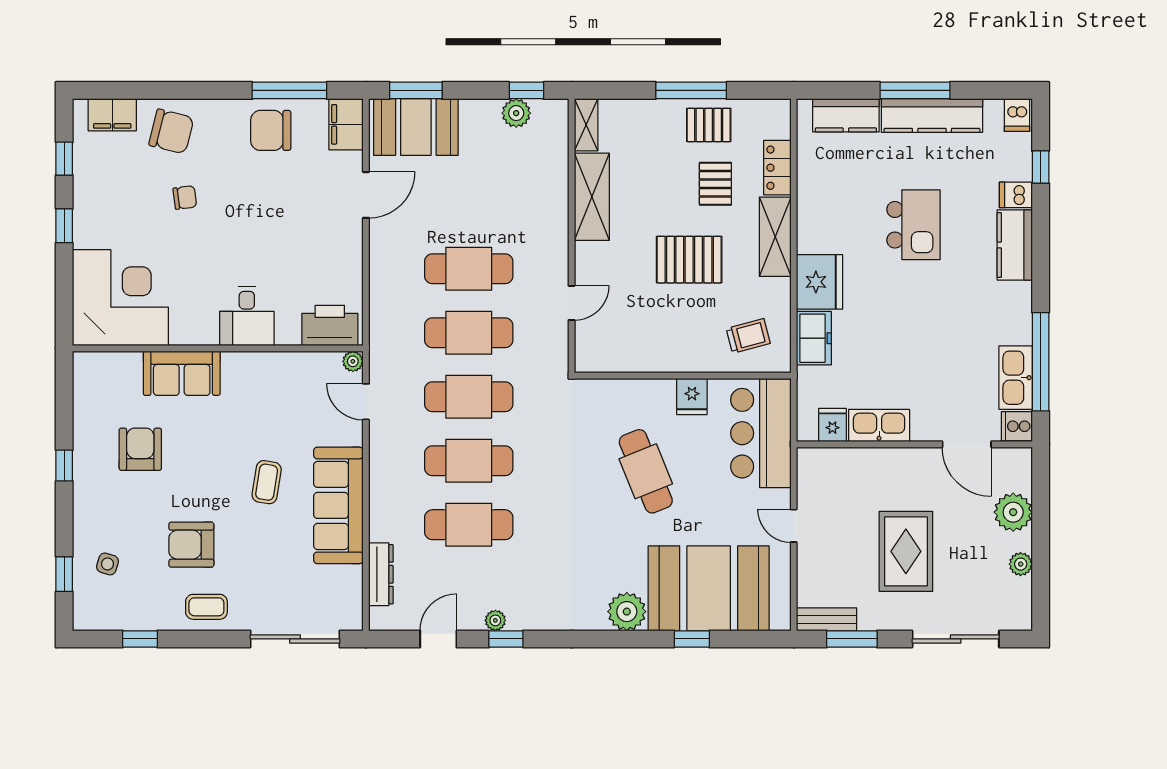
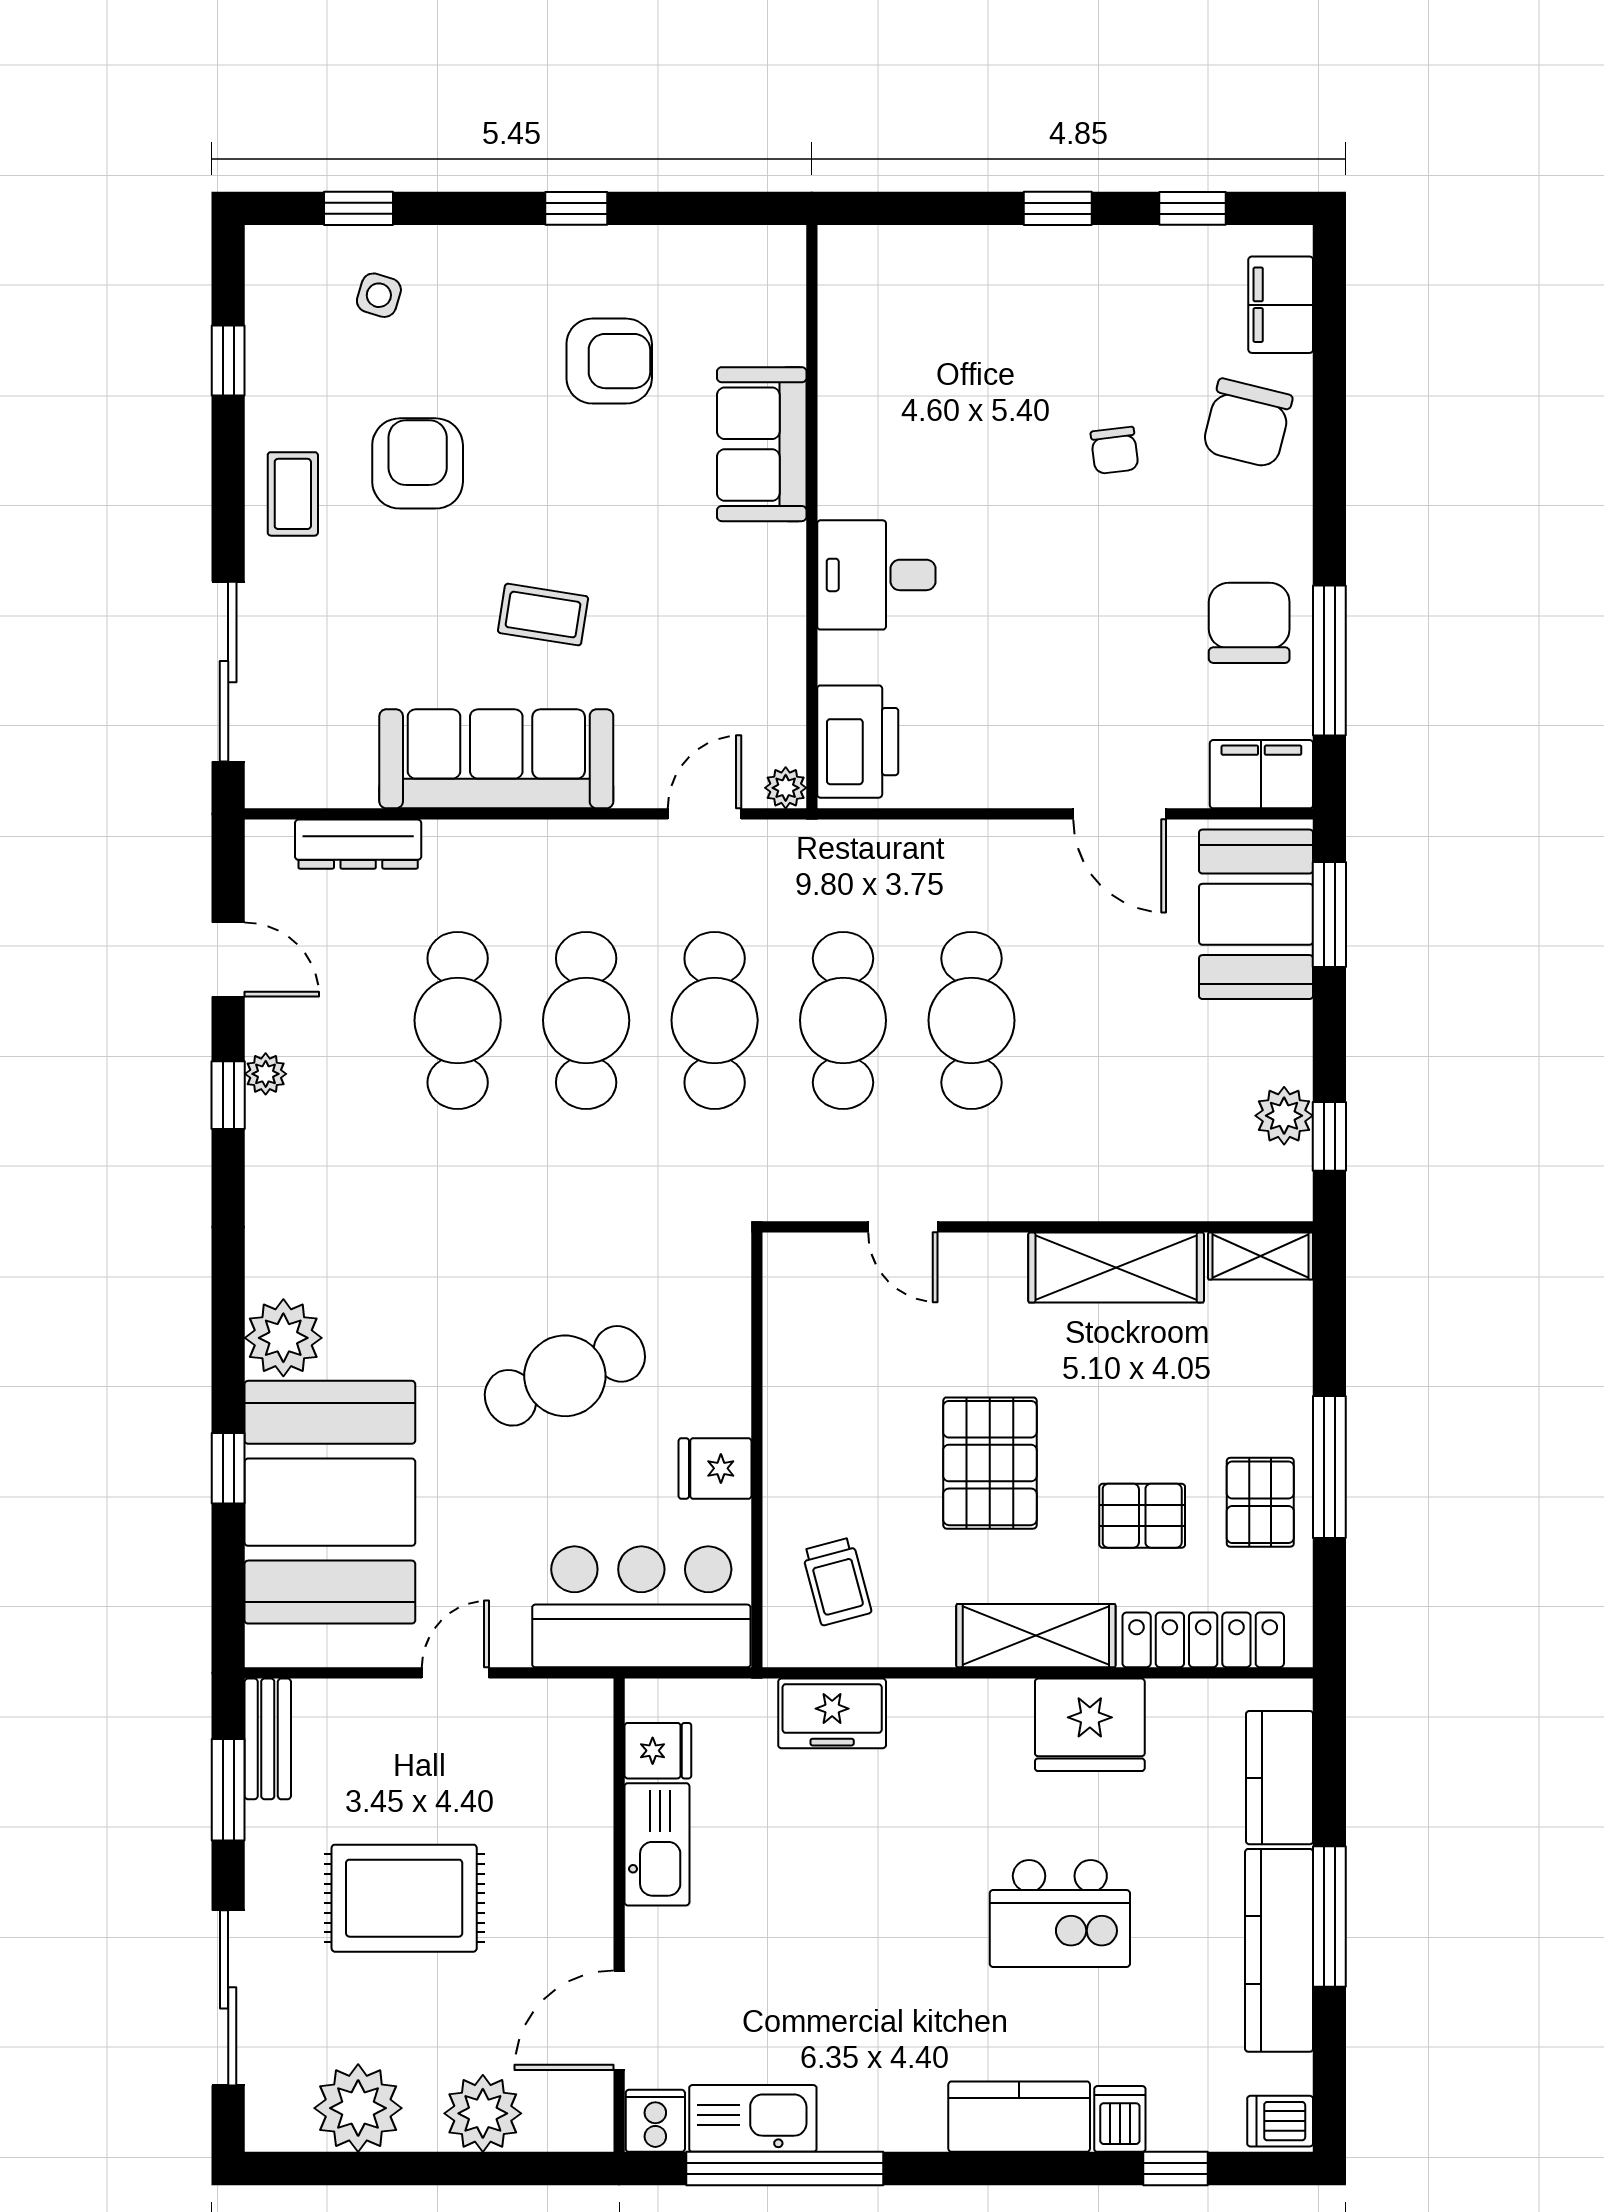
locker: (777, 168) -> (1203, 1640), width x1.53
fridge: (820, 282) -> (1090, 1725), moved
corner desk: (120, 298) -> (914, 321), removed
plant: (1021, 564) -> (358, 2108), width x1.87, depth x1.87

